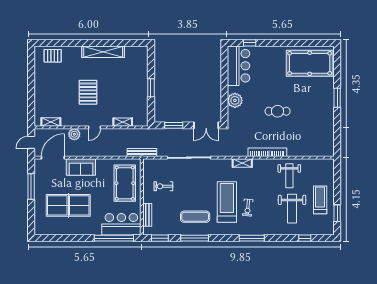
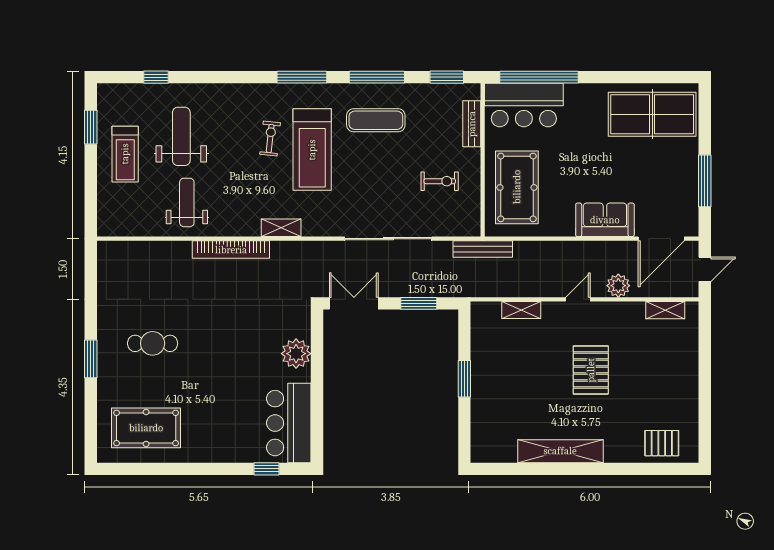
pool table: (310, 63) -> (146, 428), width x0.73, depth x0.76
cafe table: (278, 111) -> (153, 343), moved
table tennis table: (68, 205) -> (652, 114), moved
window: (252, 238) -> (302, 77), moved

